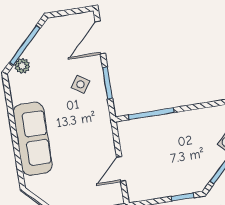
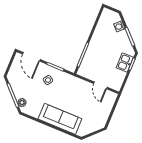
kitchen sink: (178, 185) -> (125, 63), added

